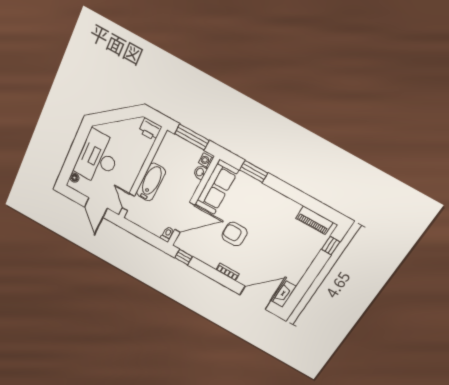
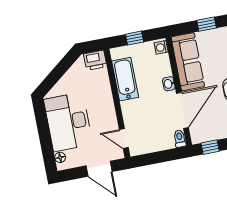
window: (192, 137) -> (135, 38), width x0.46
washbasin: (200, 172) -> (169, 84), moved
window: (254, 172) -> (207, 24), width x0.67
bathtub: (151, 182) -> (125, 79), moved

